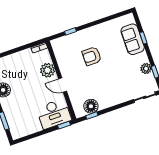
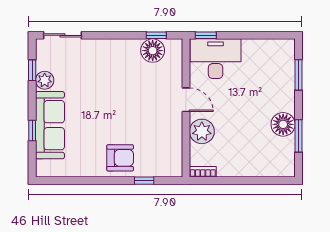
sofa: (133, 39) -> (50, 125), width x1.36
armchair: (92, 56) -> (120, 158), moved

